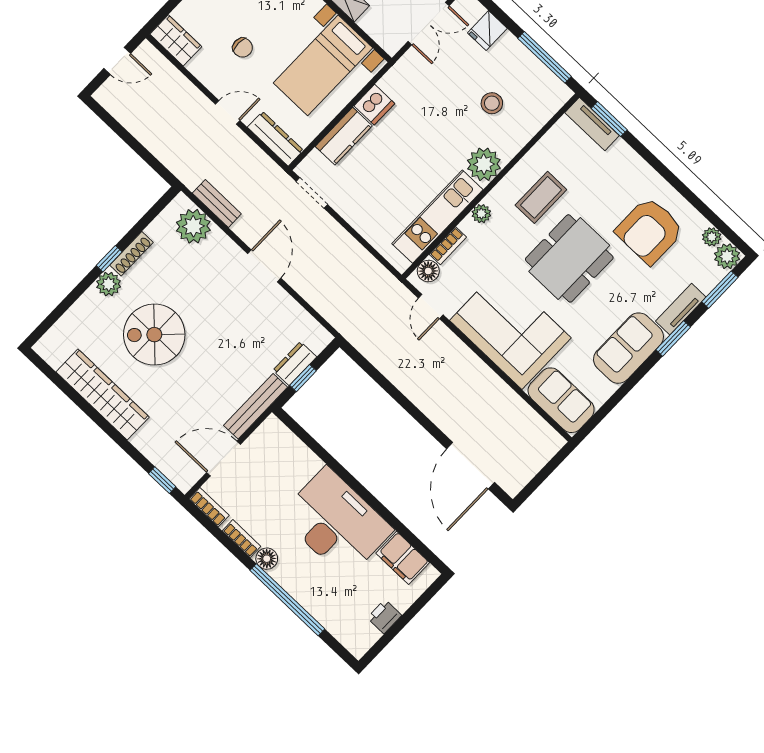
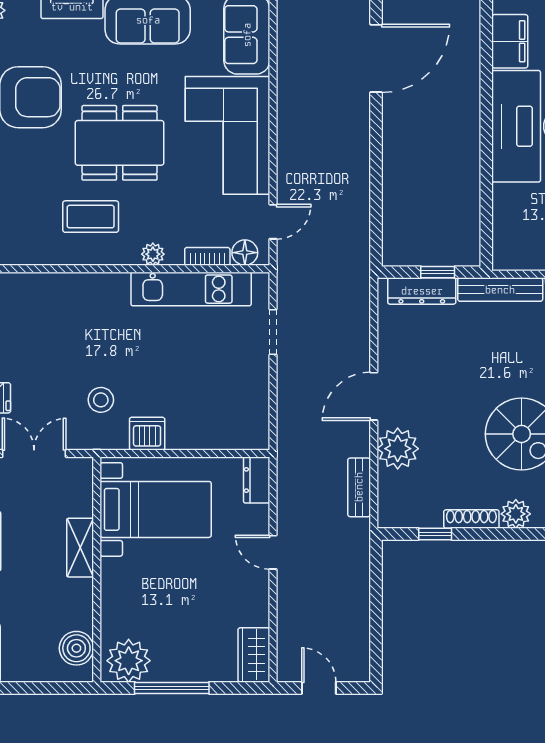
chair: (243, 48) -> (206, 592), removed
stool: (492, 103) -> (101, 400), moved
kitchen counter: (344, 136) -> (199, 434), removed
dresser: (275, 139) -> (257, 480), width x0.70
plant: (484, 164) -> (109, 292), removed
doorway: (312, 193) -> (273, 332), moved
plant: (193, 226) -> (398, 449), moved
window: (109, 259) -> (435, 534), moved
dresser: (295, 364) -> (422, 291), width x1.44

